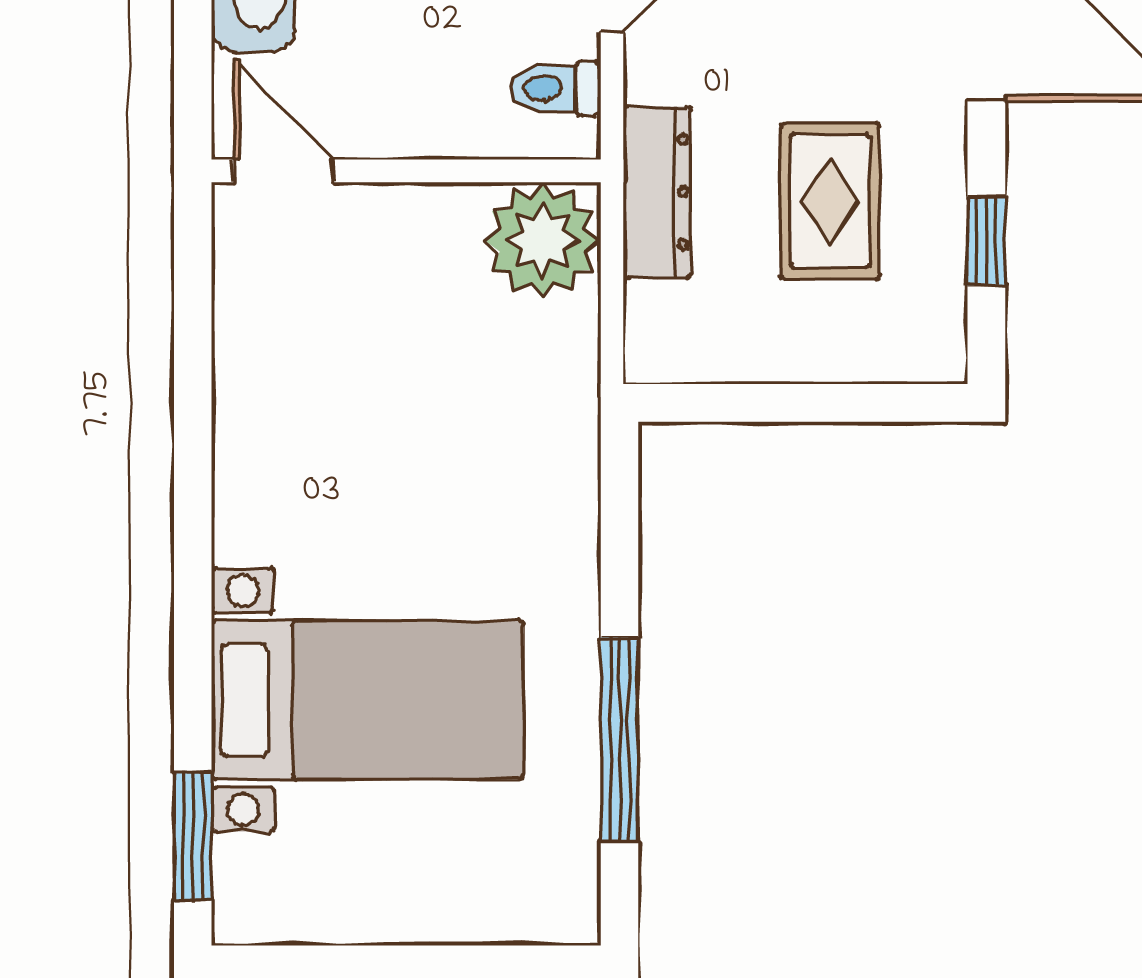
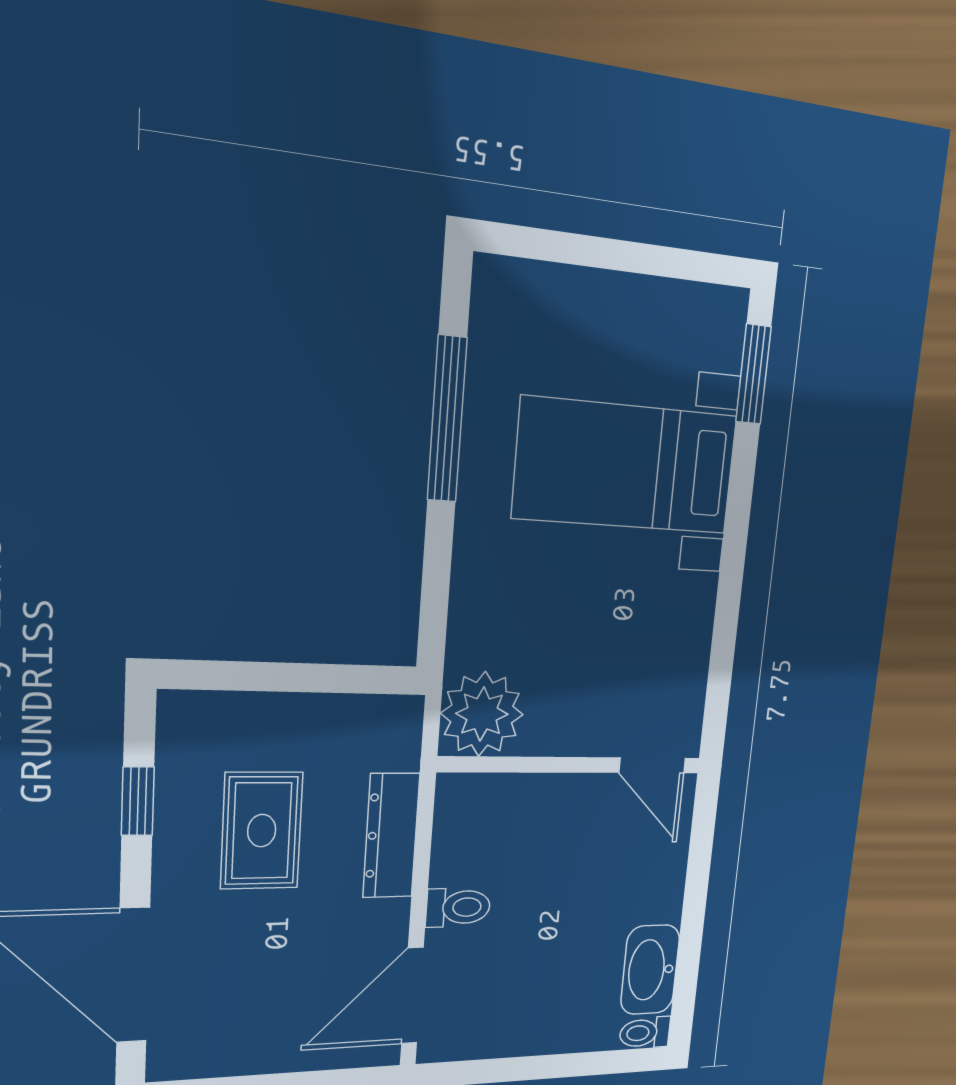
door: (284, 171) -> (652, 765), moved
wall: (406, 171) -> (572, 765), moved
plant: (543, 240) -> (482, 714), moved

